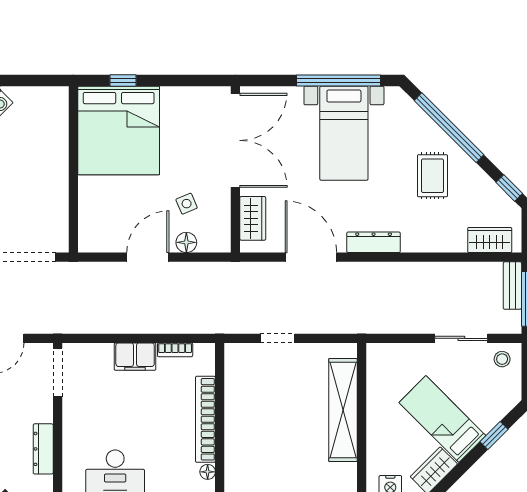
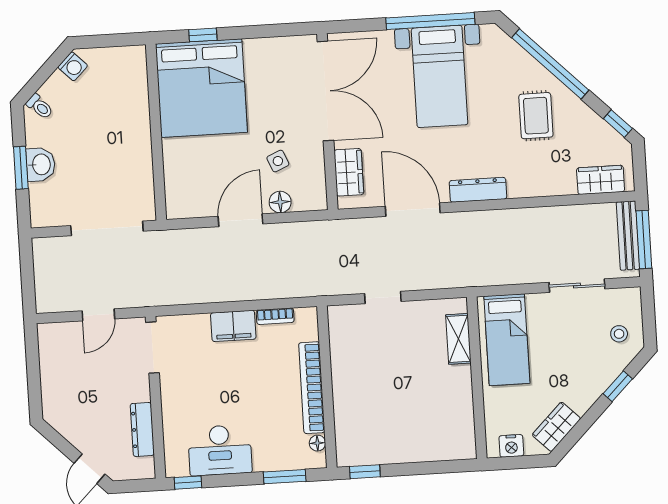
bench: (512, 286) -> (628, 236), width x1.36
stool: (502, 359) -> (619, 334), moved
shelving: (343, 410) -> (458, 339), width x0.45, depth x0.75
bed: (442, 419) -> (507, 340), moved, turned -135

